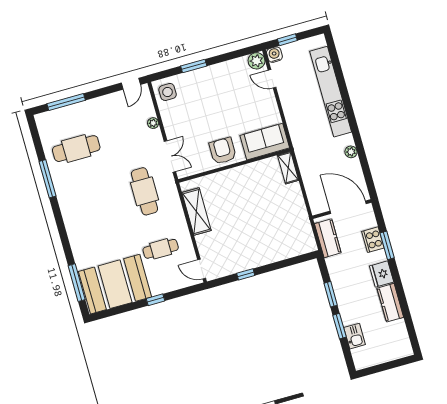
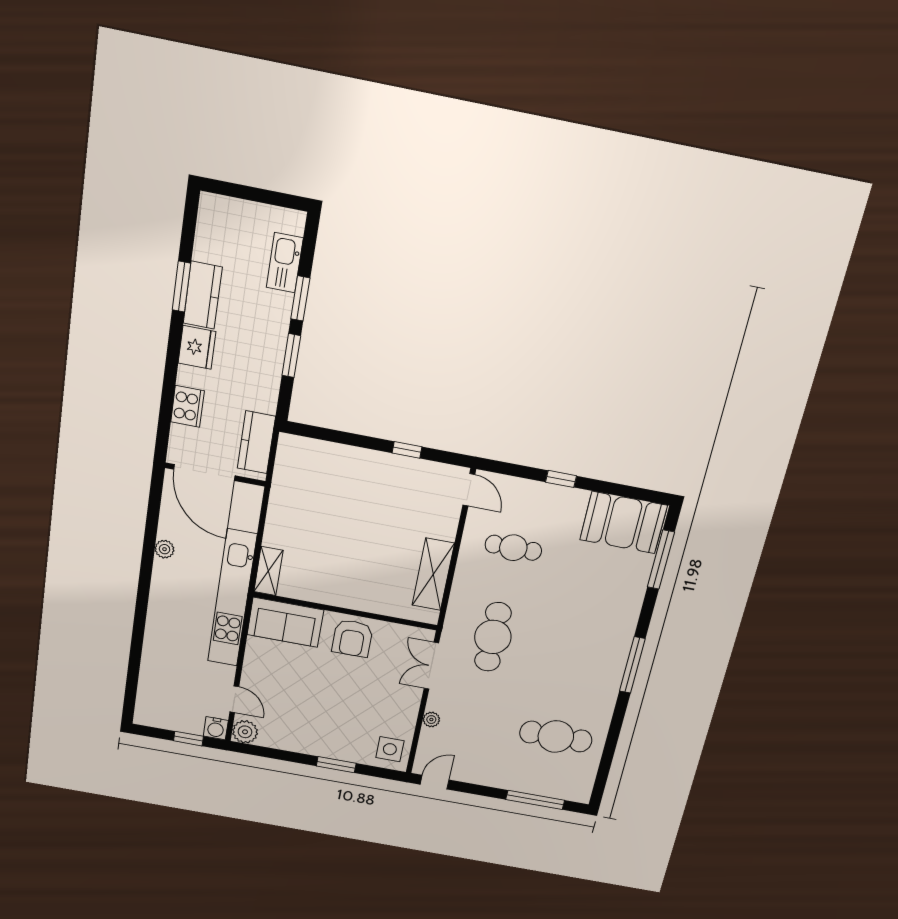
kitchen unit: (331, 92) -> (232, 598), moved, turned 180
window: (47, 179) -> (632, 665), moved
window: (387, 245) -> (181, 287), moved
booth: (115, 284) -> (624, 523), width x0.73, depth x0.70
kitchen sink: (355, 336) -> (285, 263), width x1.38

